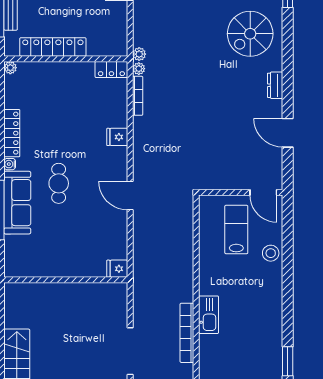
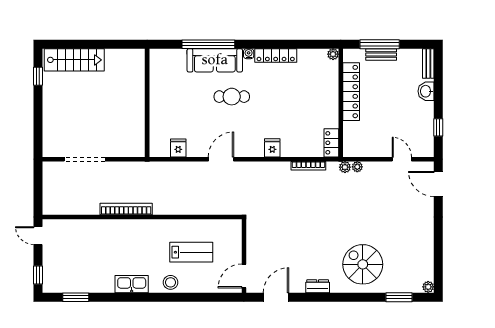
plant: (139, 69) -> (357, 167), moved
wall: (241, 192) -> (244, 256), moved
door: (263, 192) -> (244, 276), moved
fridge: (117, 269) -> (178, 148), moved
kitchen sink: (209, 315) -> (132, 284), moved, turned 180
bookcase: (187, 333) -> (126, 209), moved

